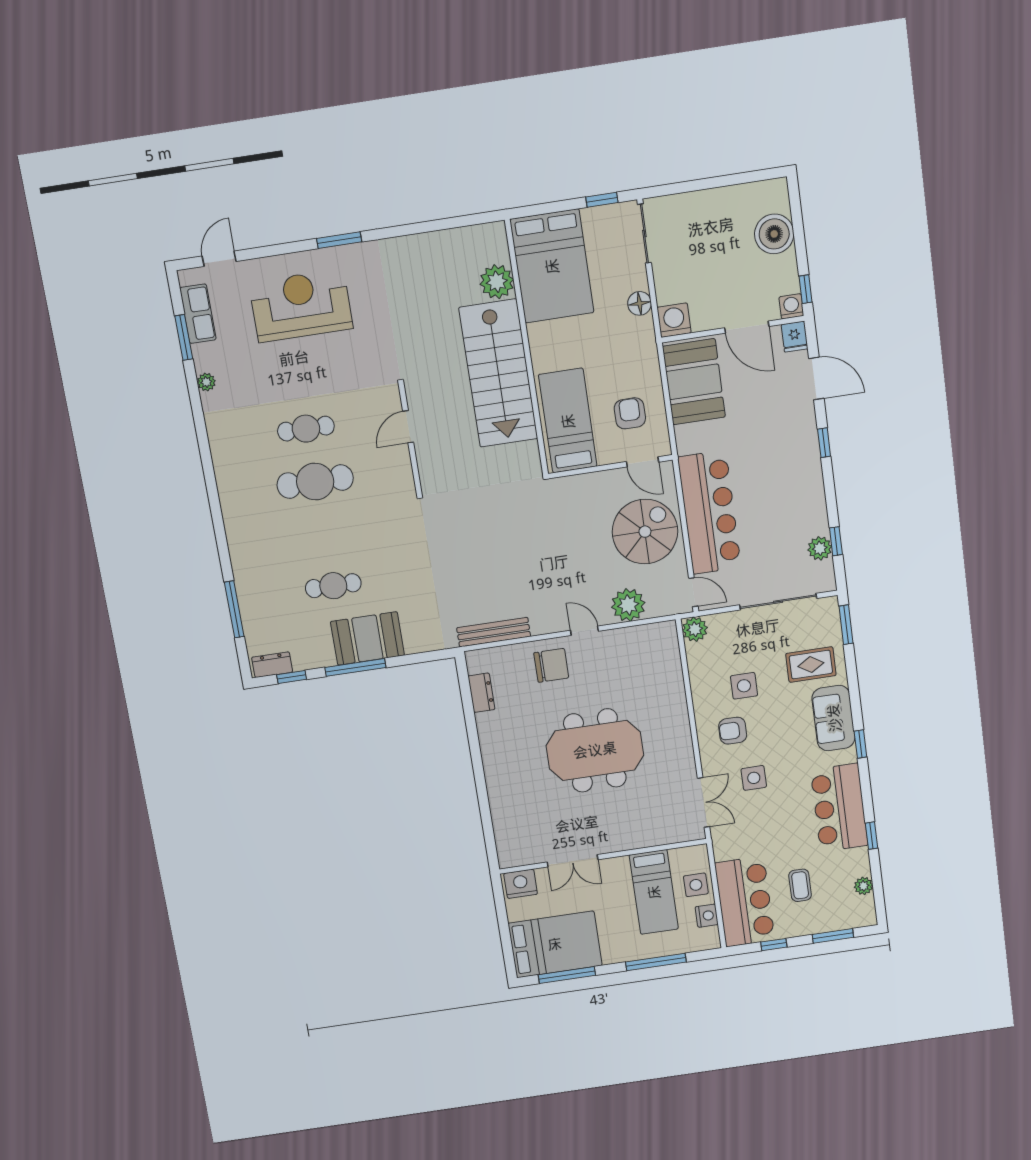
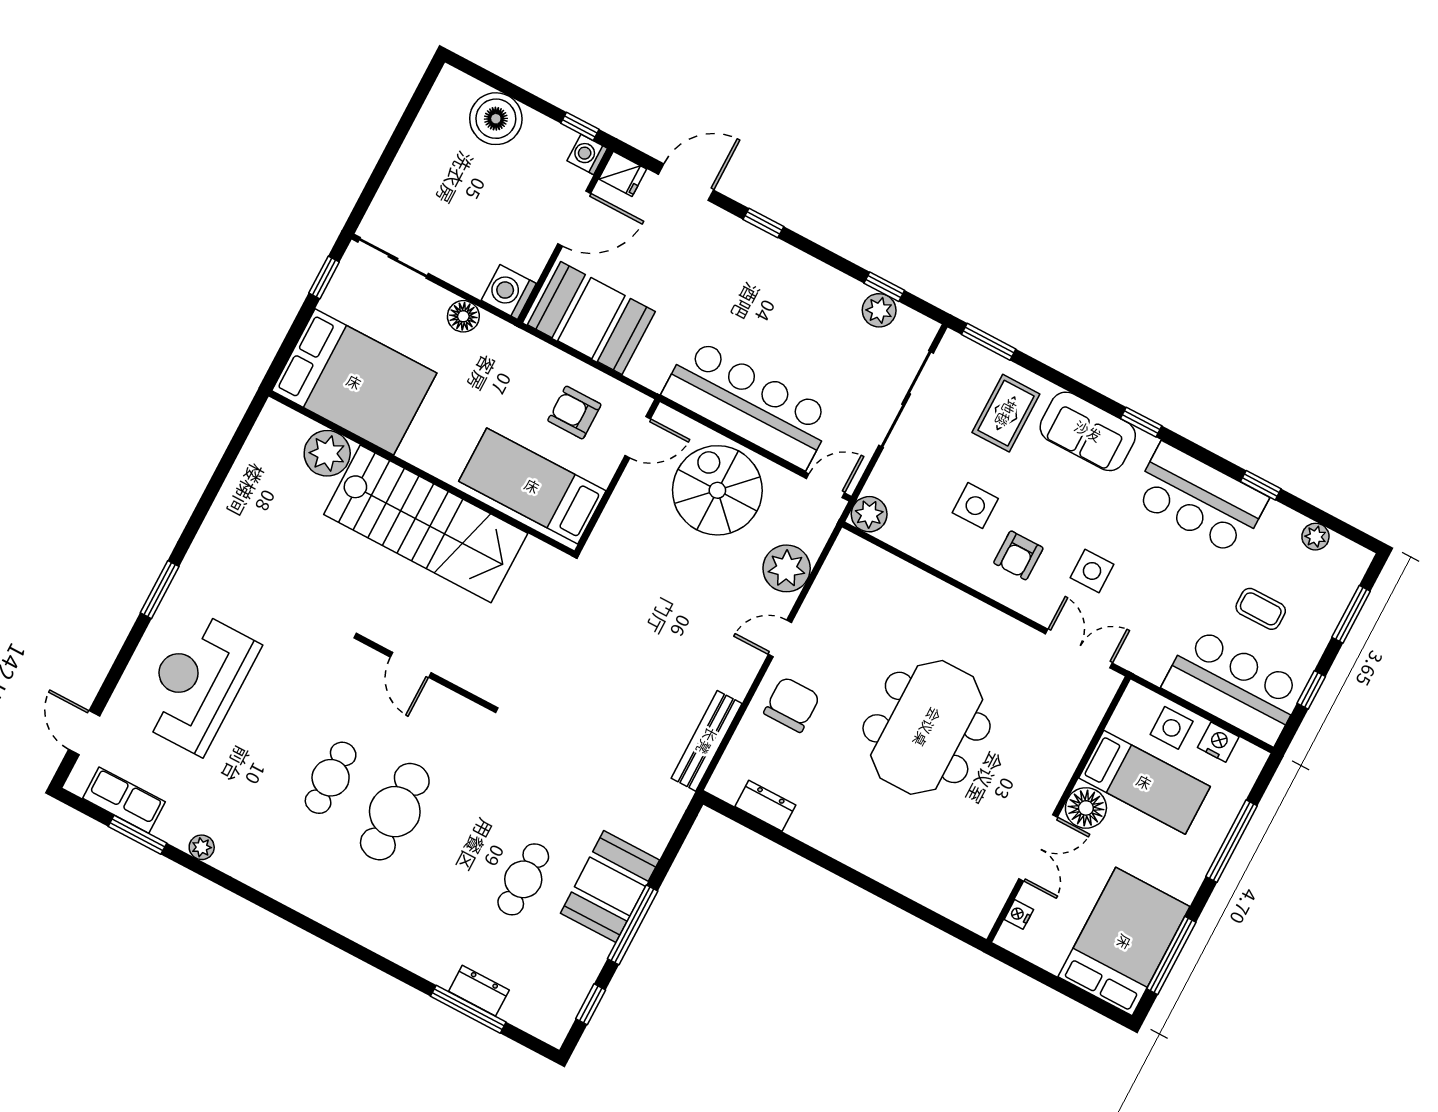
dresser: (272, 665) -> (479, 991), moved, turned 90
floor lamp: (615, 871) -> (1086, 808), added
nightstand: (521, 884) -> (1019, 914), width x0.53, depth x0.56

